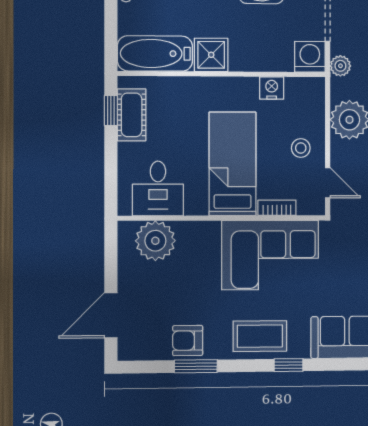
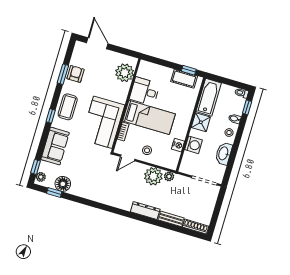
washing machine: (310, 57) -> (194, 145), moved
plant: (340, 66) -> (169, 176), moved
desk: (158, 188) -> (145, 91), moved

